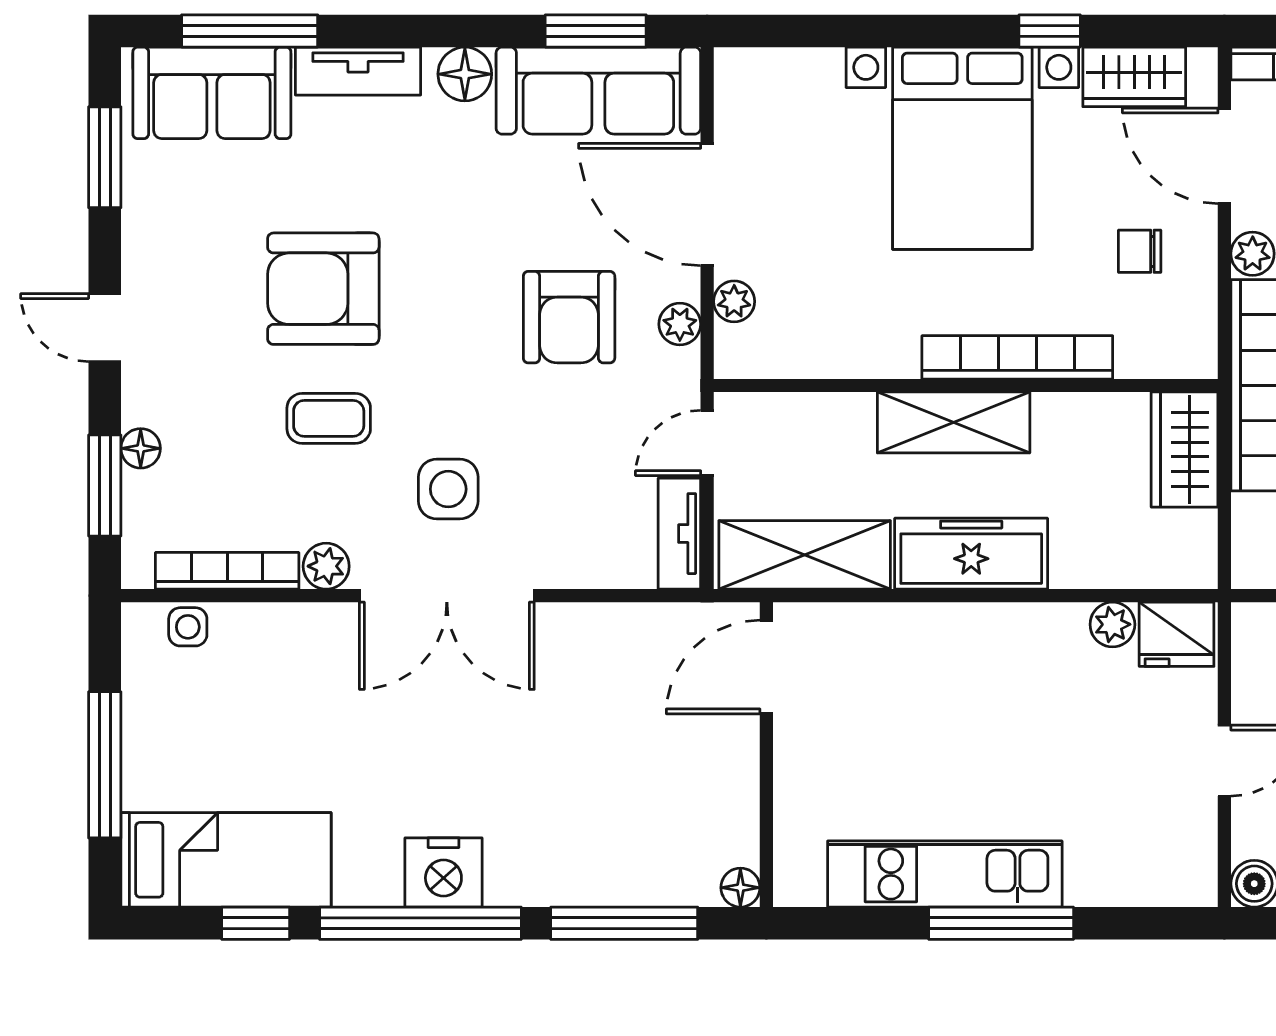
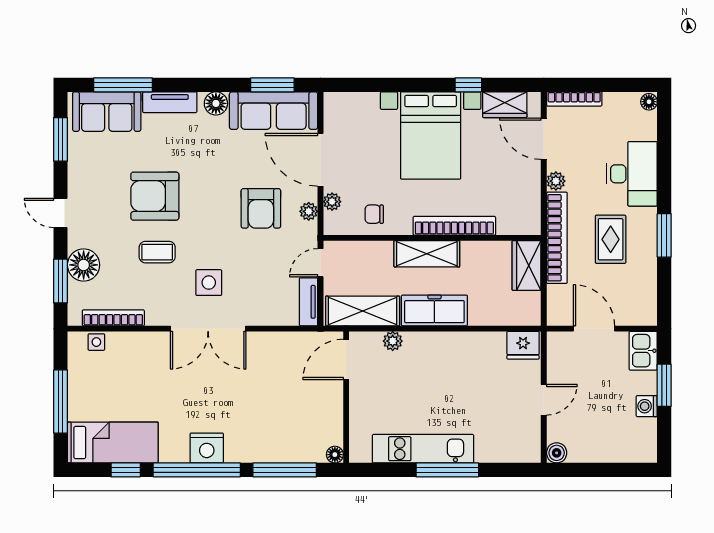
chair: (1140, 251) -> (374, 214), moved
floor lamp: (141, 448) -> (84, 265), width x1.89, depth x1.89
plant: (326, 566) -> (156, 316), removed
plant: (1112, 624) -> (393, 341), moved

